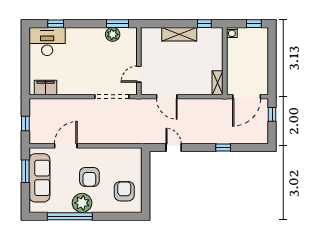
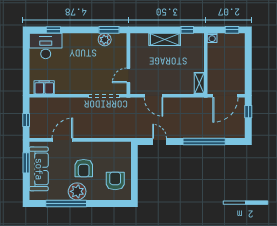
window: (223, 148) -> (204, 142), width x3.17

